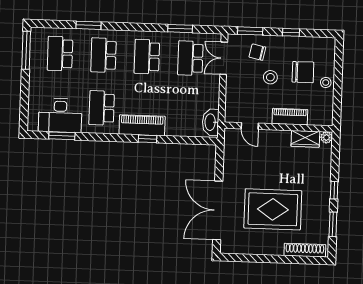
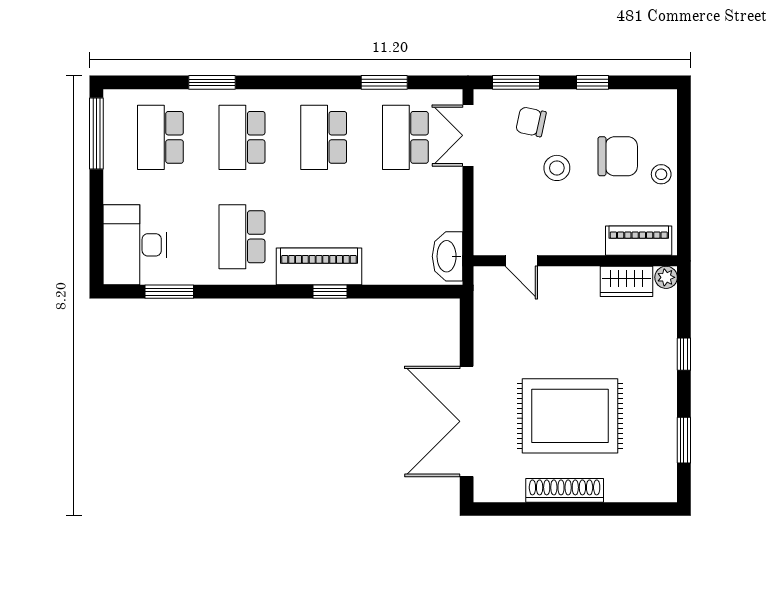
desk: (60, 115) -> (135, 245), moved, turned 90
piano: (290, 117) -> (639, 241), moved
window: (334, 190) -> (684, 354), moved
shoe rack: (305, 250) -> (565, 490), moved

